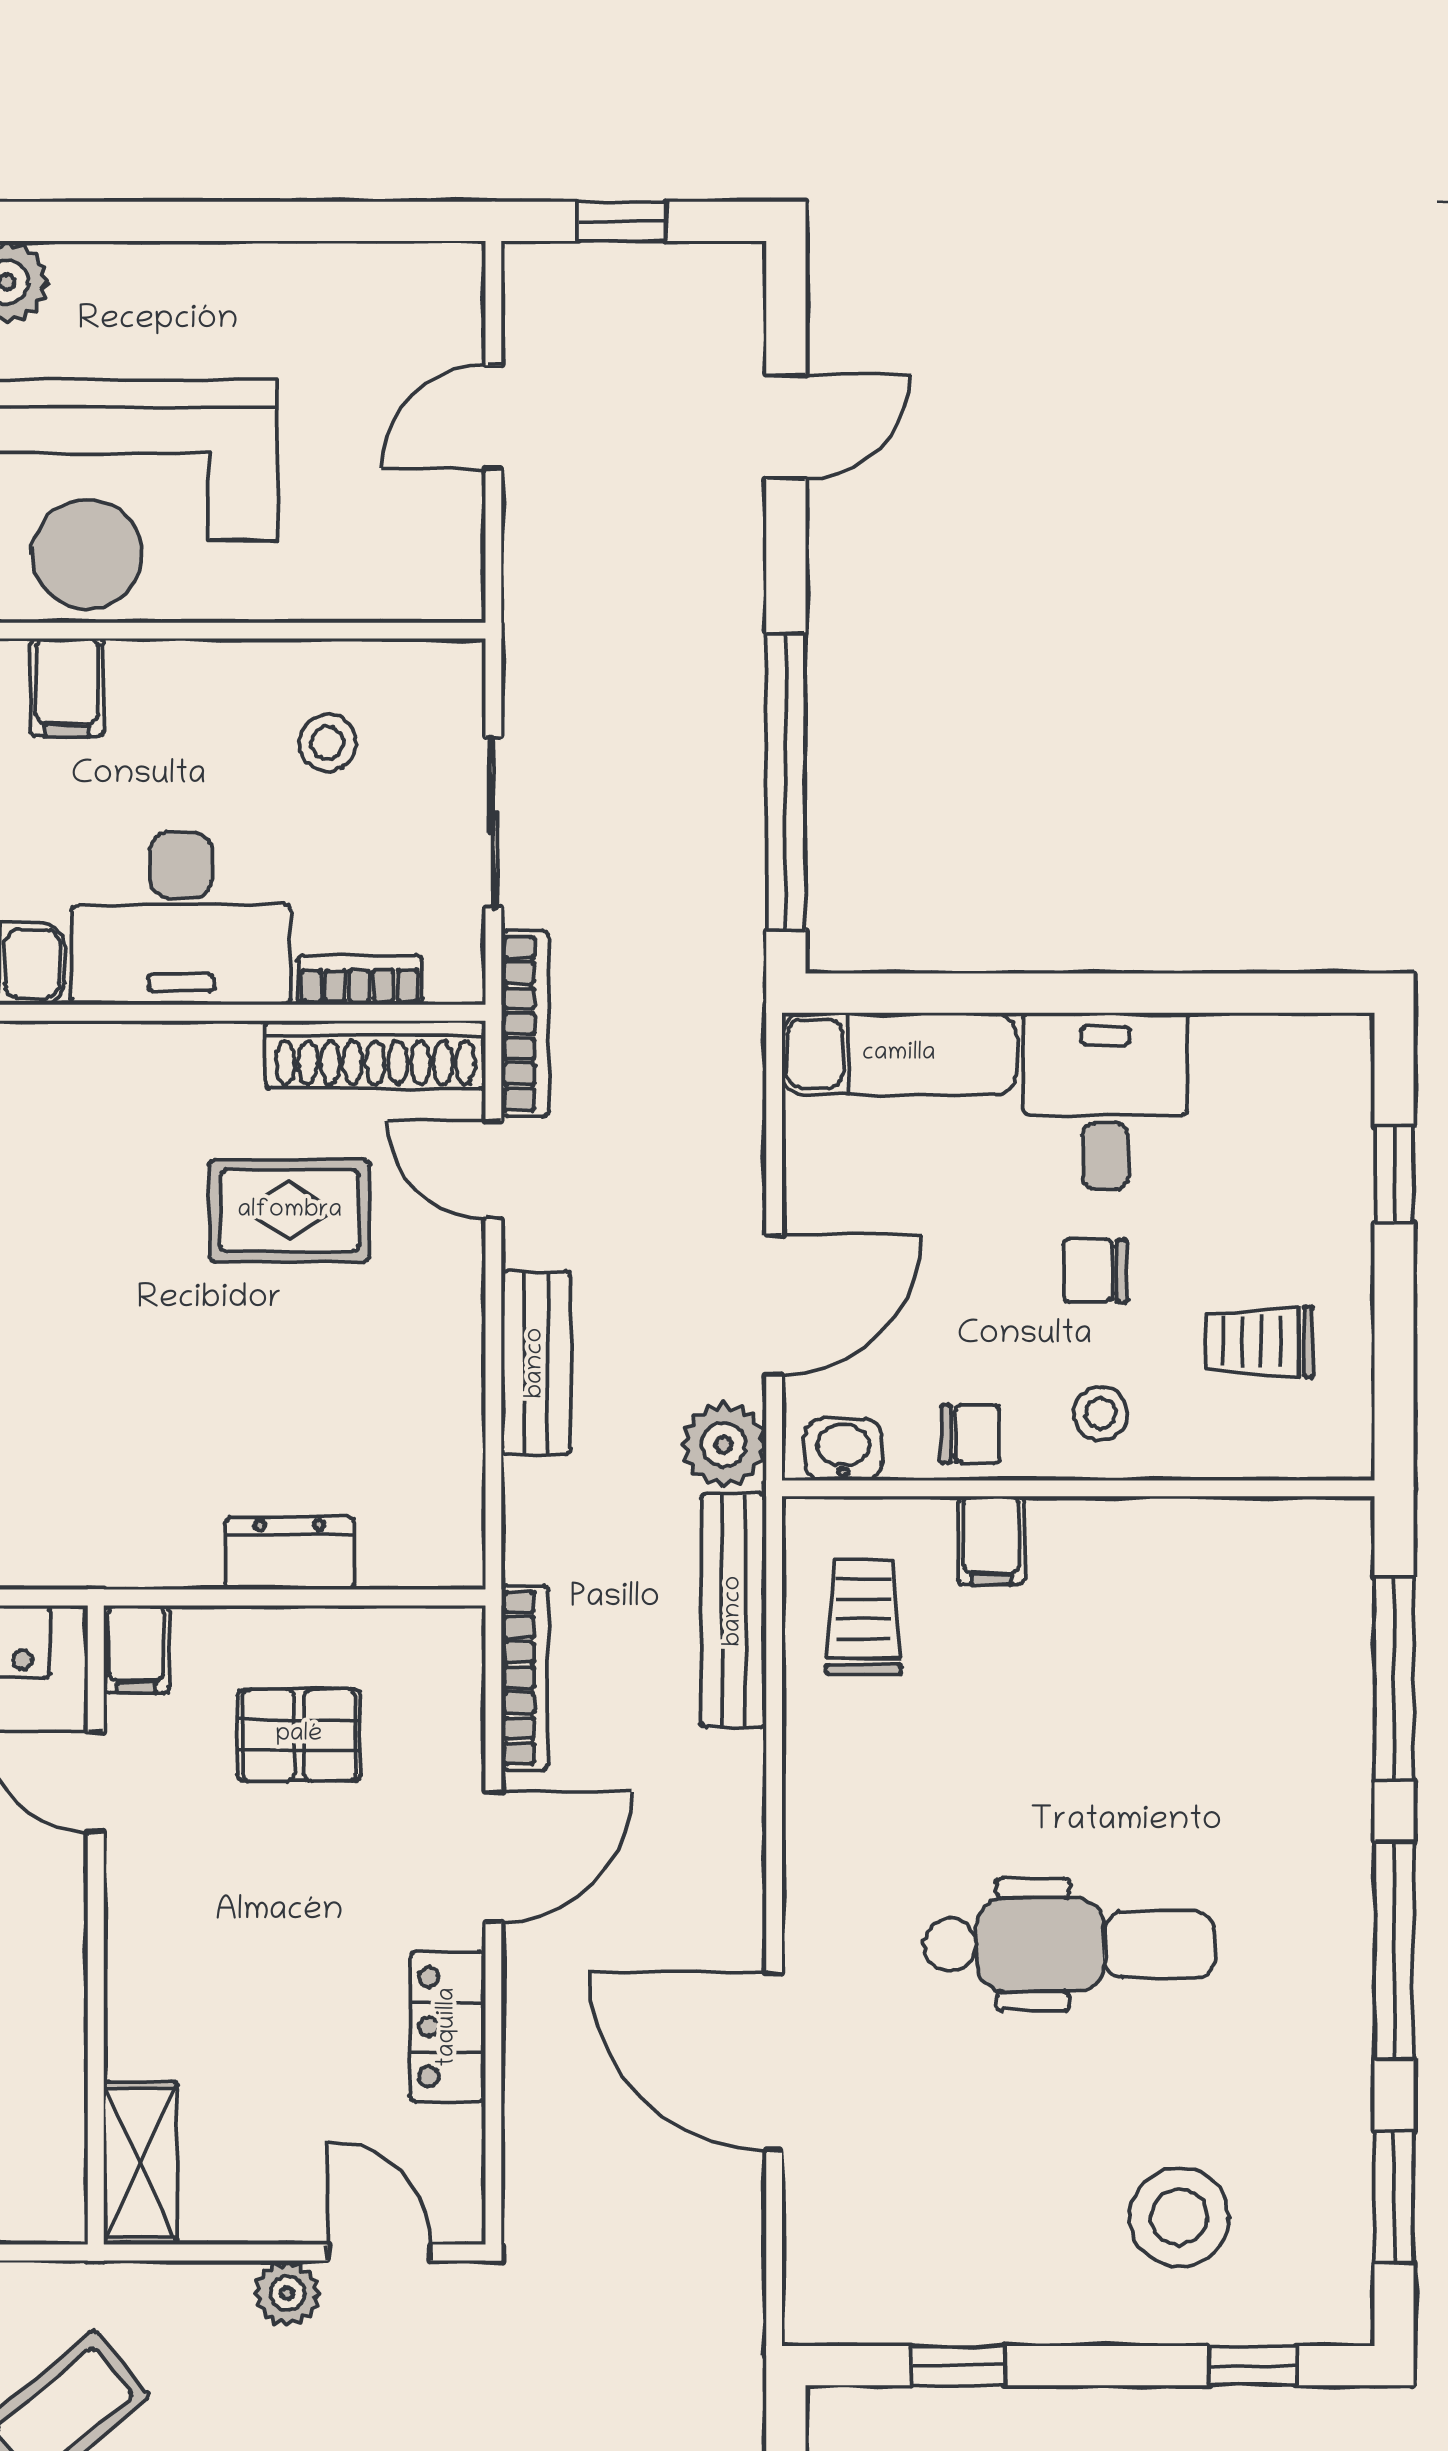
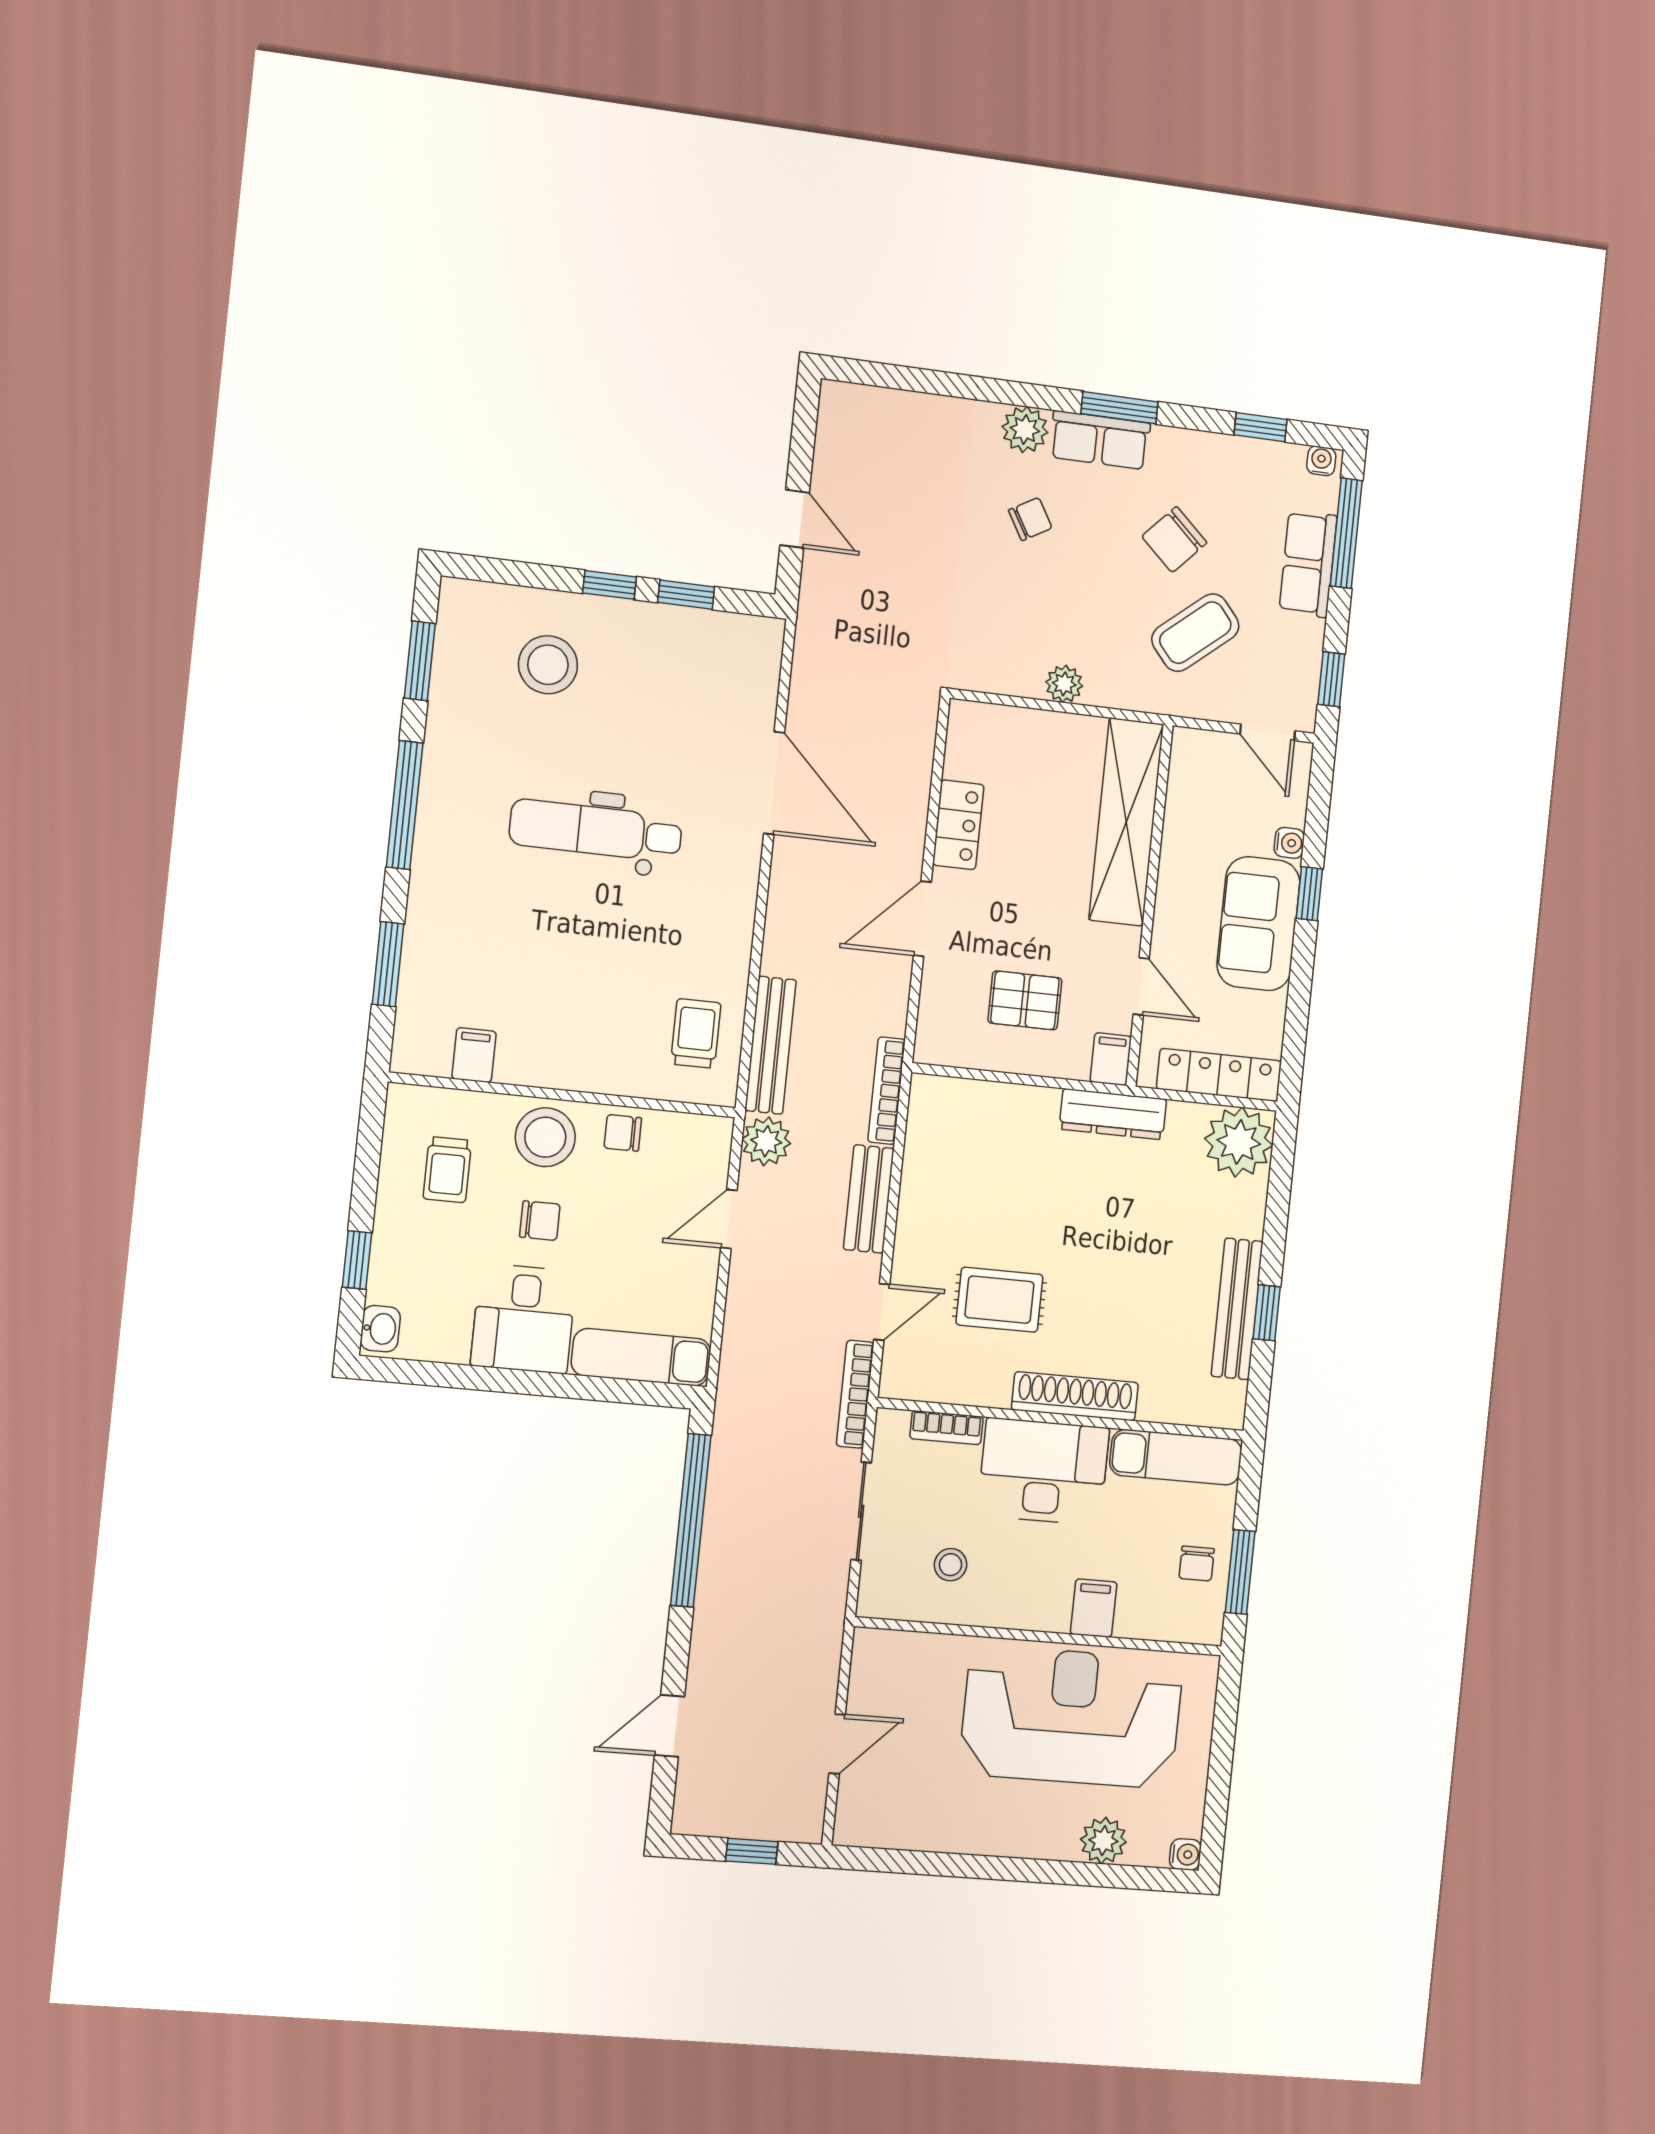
shoe rack: (375, 1055) -> (1075, 1396), moved
door: (493, 1170) -> (882, 1312), hinge flipped
door: (774, 1305) -> (729, 1219), width x0.73
trolley: (1259, 1342) -> (447, 1170), turned 90
stool: (1101, 1413) -> (545, 1137), width x1.89, depth x1.89
washbasin: (843, 1449) -> (380, 1329), moved, turned -90
filing cabinet: (991, 1540) -> (474, 1055), moved
dresser: (290, 1553) -> (1113, 1114), moved, width x1.44
trolley: (863, 1617) -> (696, 1033), turned 180
bookcase: (525, 1678) -> (887, 1091), moved
window: (1394, 1679) -> (388, 964), width x0.69
shelving: (140, 2163) -> (1126, 822), width x2.20, depth x1.33
door: (379, 2253) -> (1010, 701), removed
window: (1253, 2366) -> (610, 585), moved

